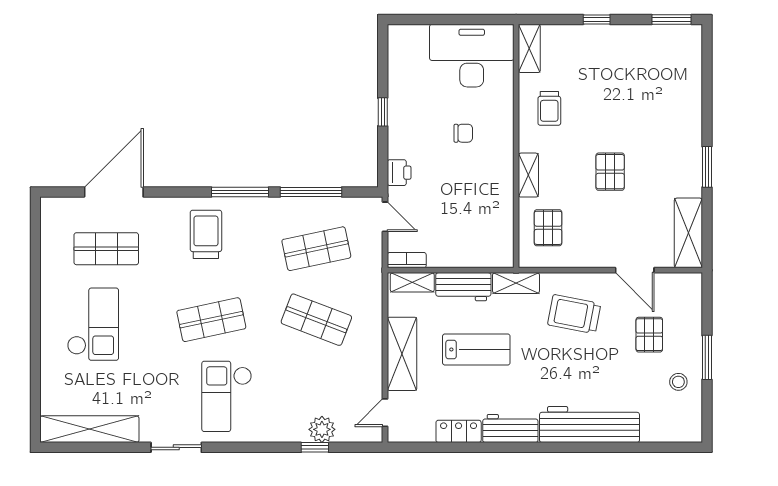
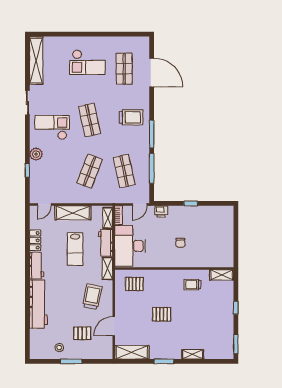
desk: (472, 56) -> (130, 246), moved, turned 180
shelving: (528, 175) -> (193, 354), moved
door: (385, 413) -> (44, 205), swing flipped
plant: (322, 429) -> (36, 154), moved

